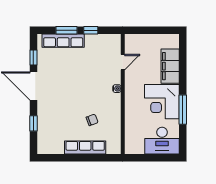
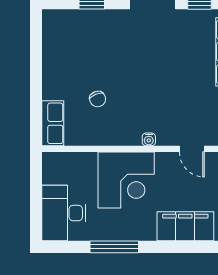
corner desk: (162, 102) -> (126, 180), moved, turned 180
row of seats: (85, 147) -> (53, 123), moved, width x0.68

